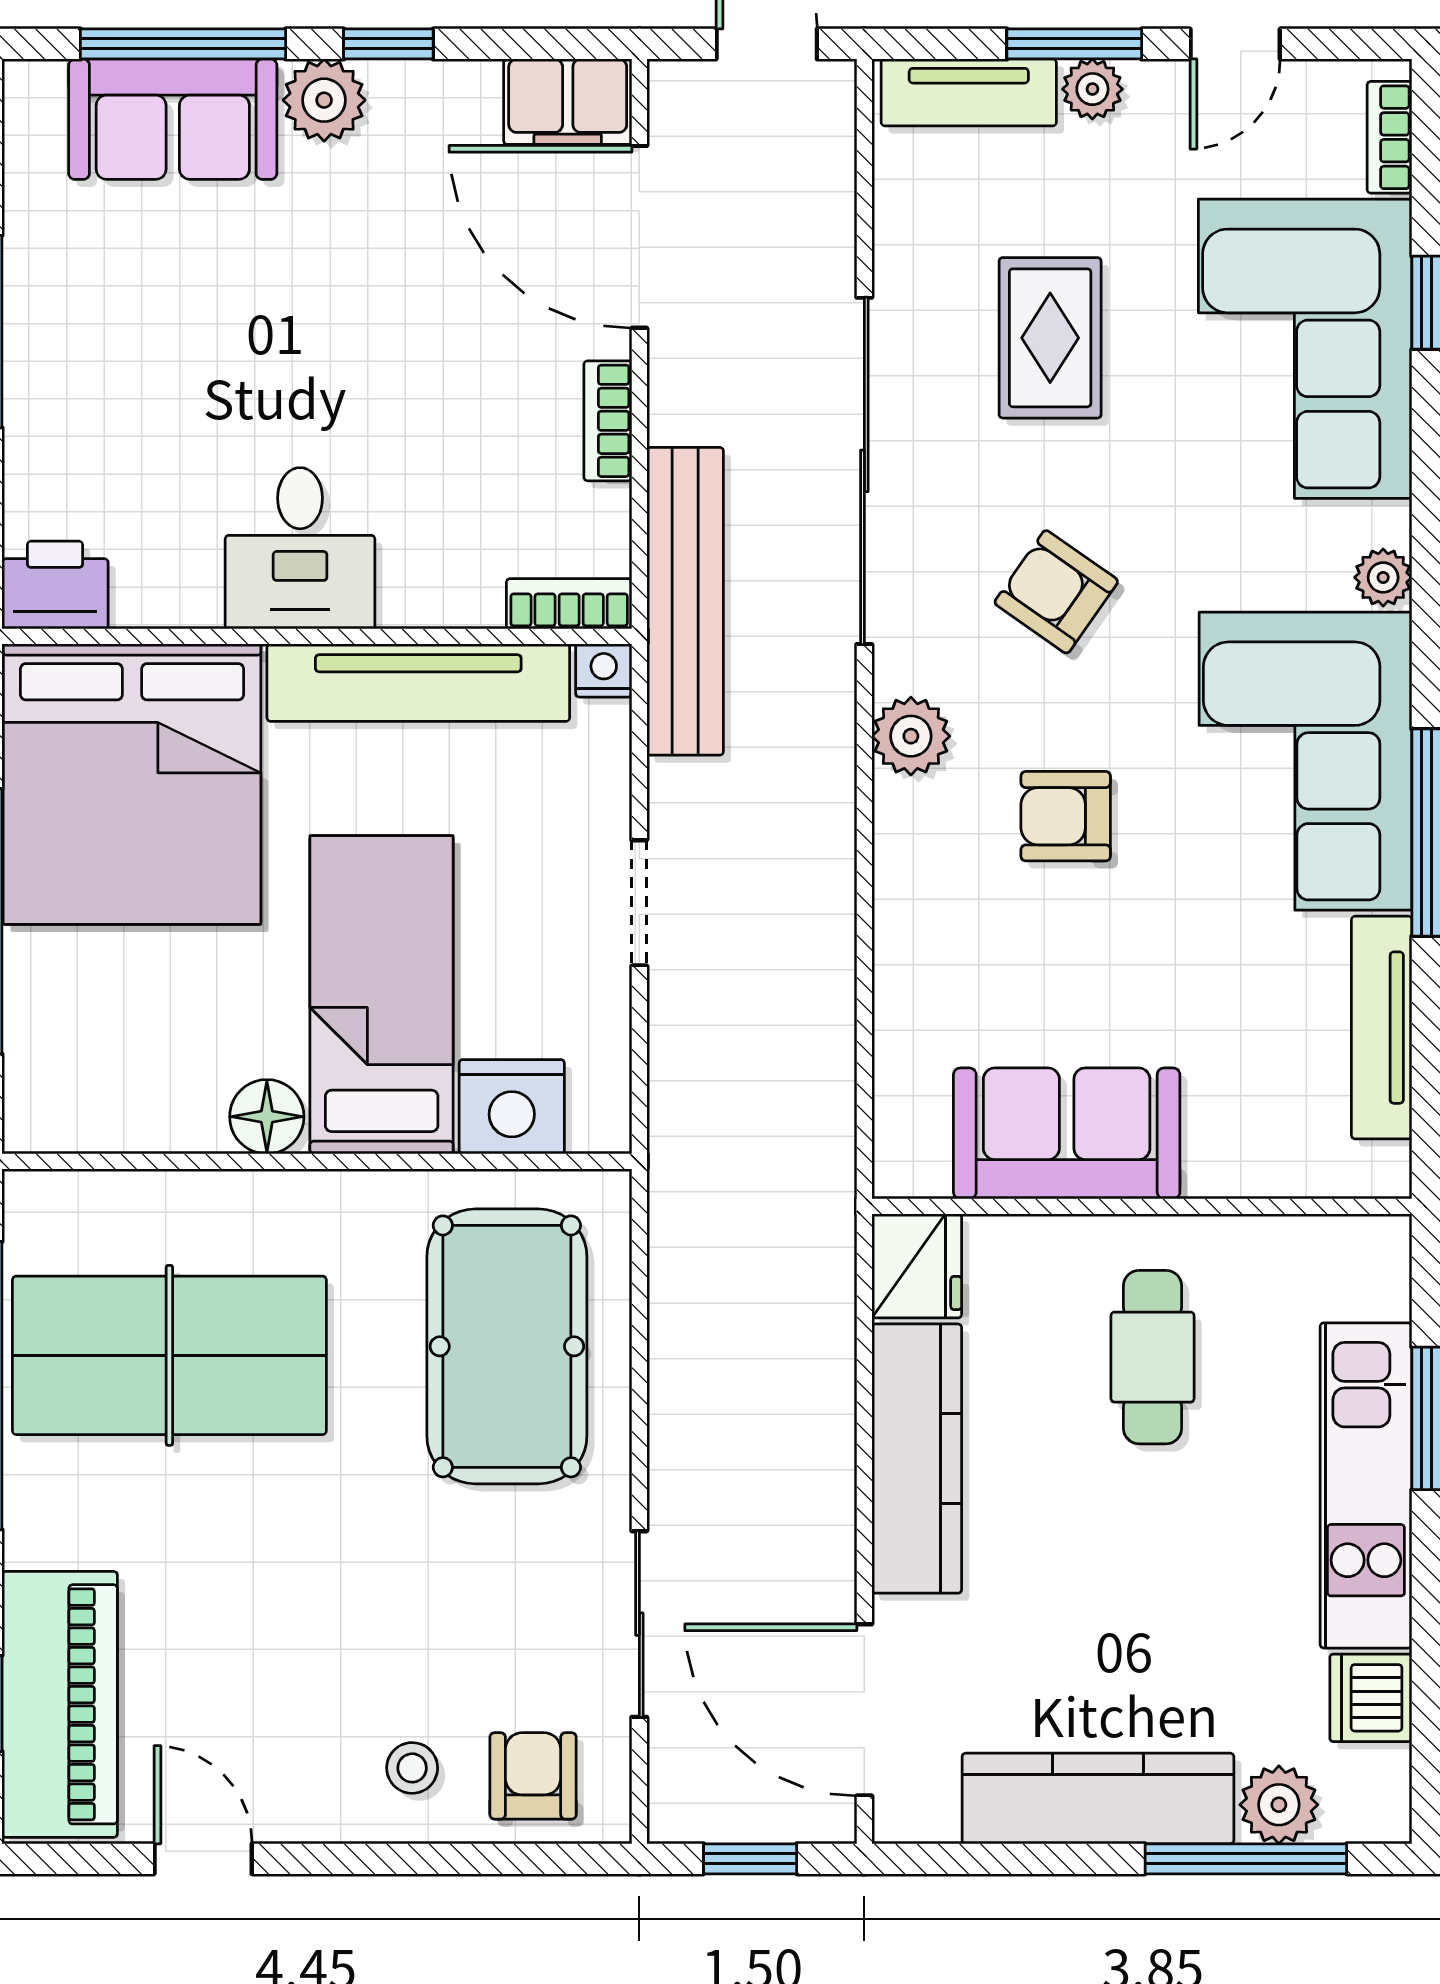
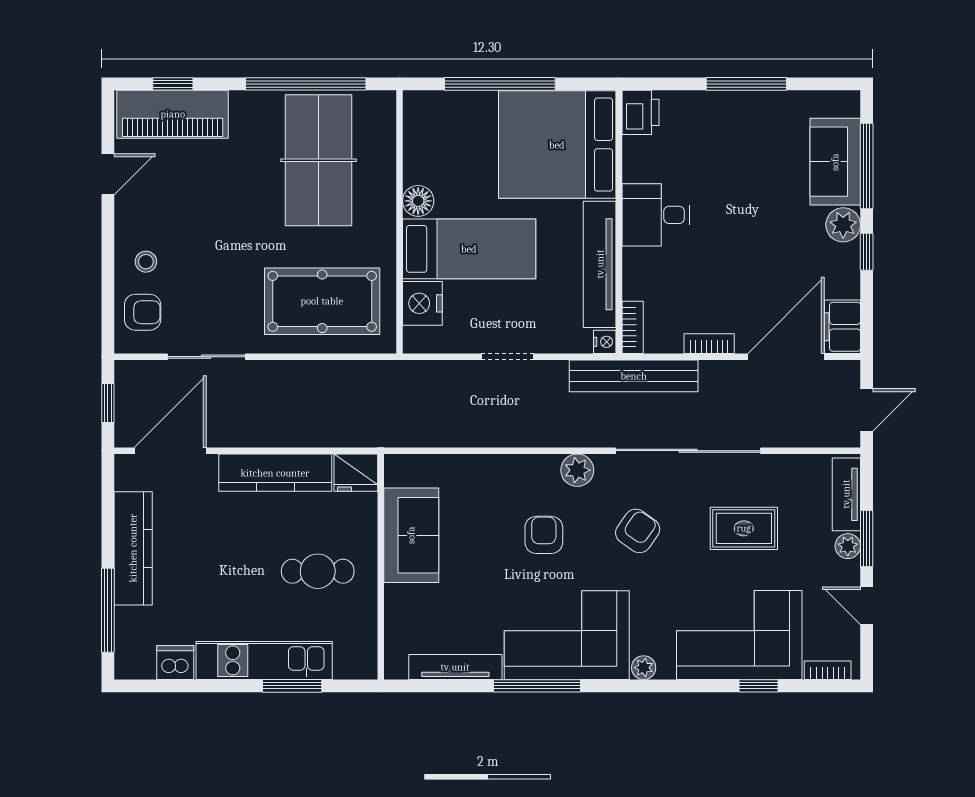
plant: (1279, 1805) -> (131, 624), removed

